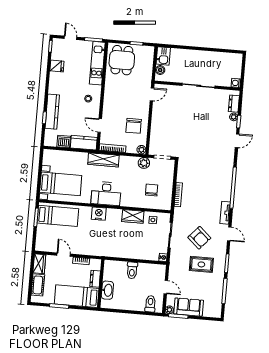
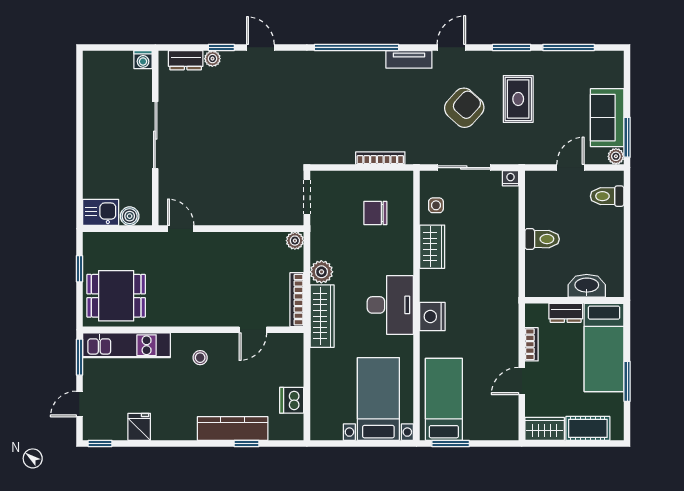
chair: (134, 126) -> (248, 261), removed
kitchen counter: (84, 143) -> (291, 359), removed
plant: (144, 163) -> (321, 272), moved

